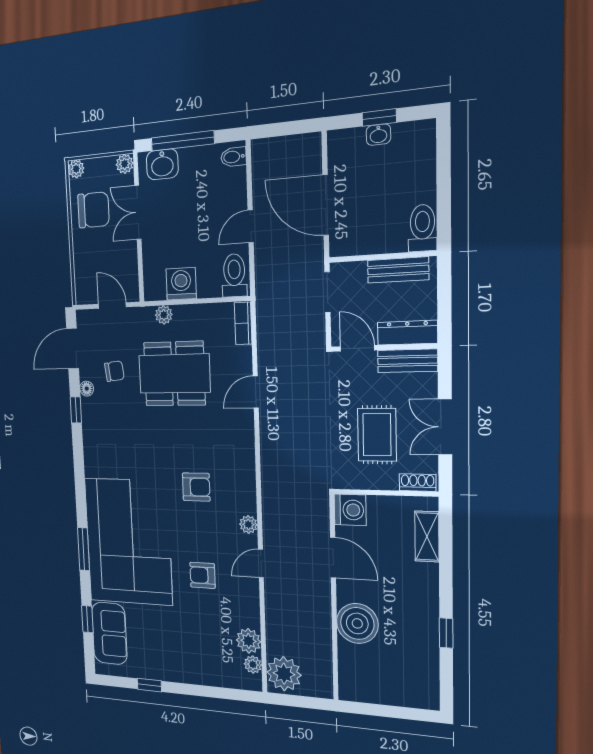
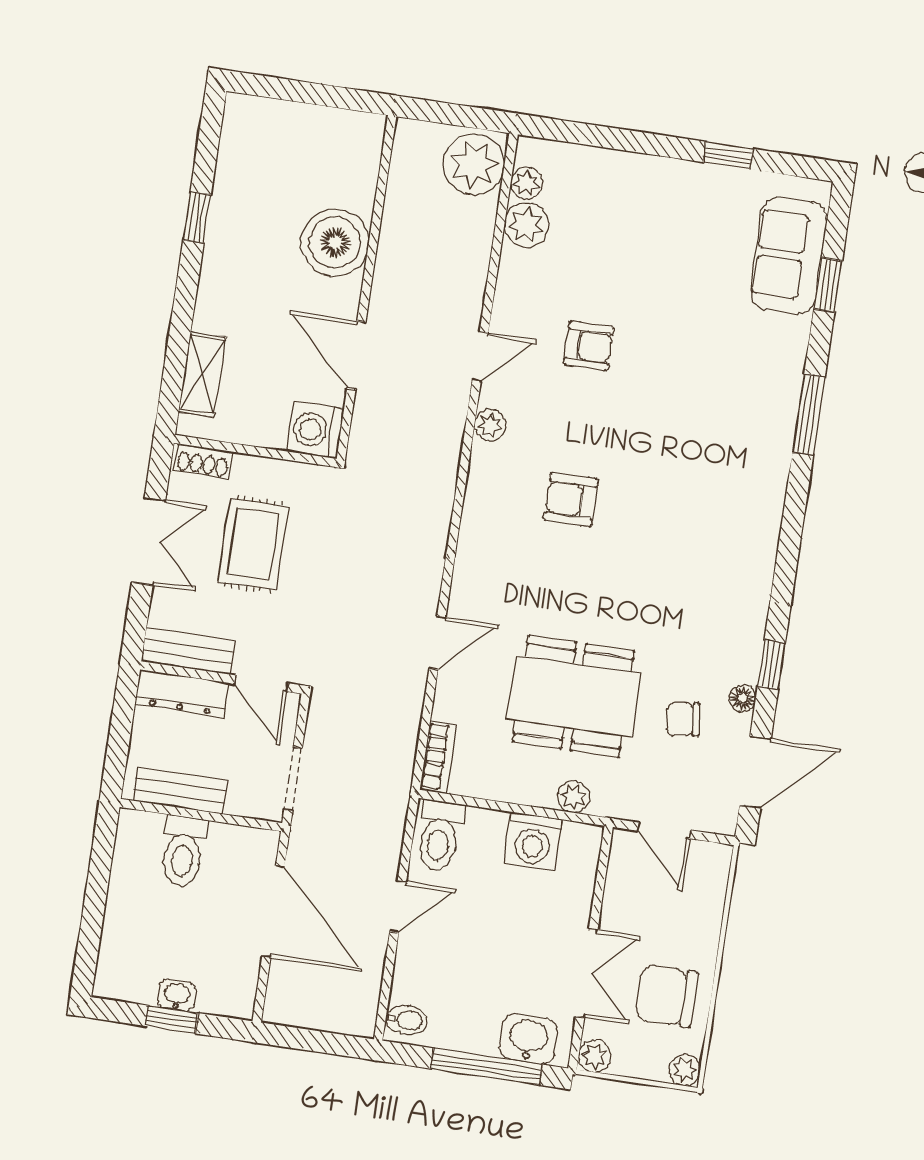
toilet: (423, 228) -> (183, 851), moved
corner sofa: (128, 542) -> (717, 419), removed

